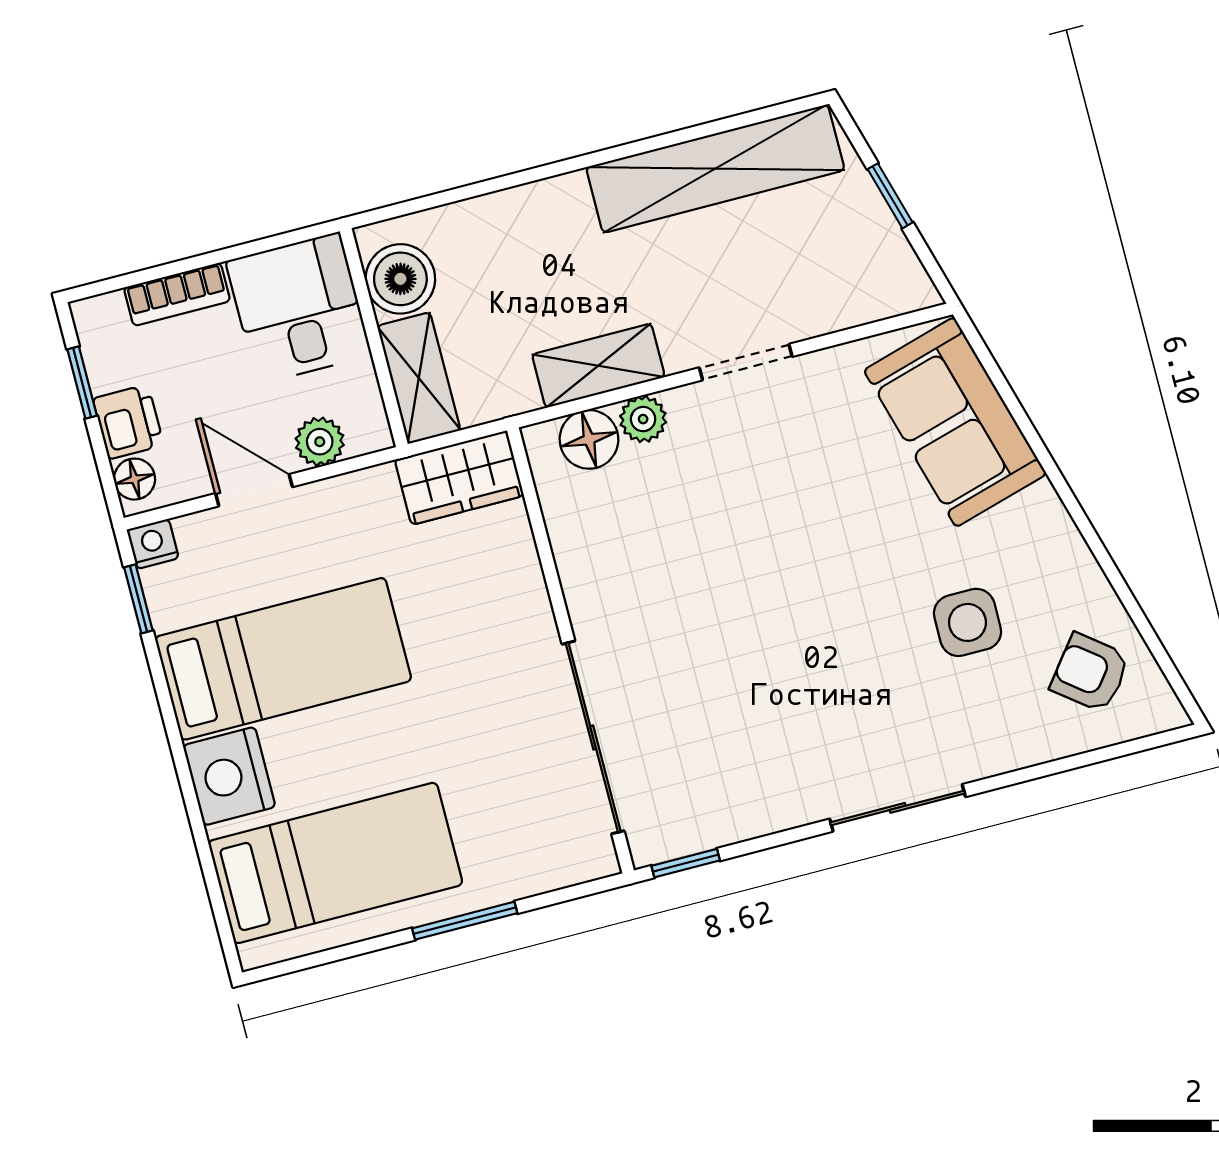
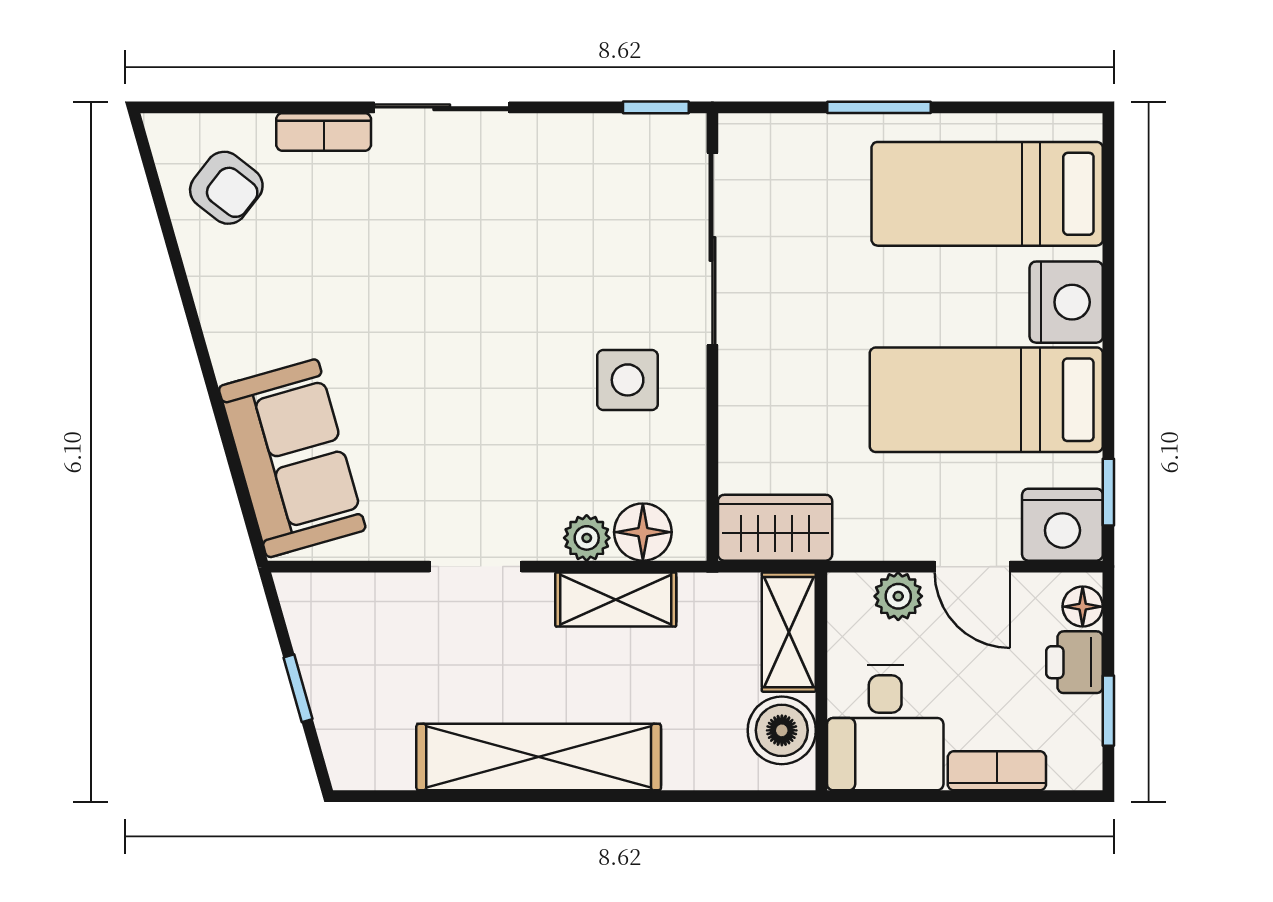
shelving: (715, 169) -> (539, 757), moved
nightstand: (153, 544) -> (1062, 525), width x1.89, depth x1.79
side table: (967, 622) -> (628, 380), moved
bookcase: (1008, 753) -> (324, 132), added

